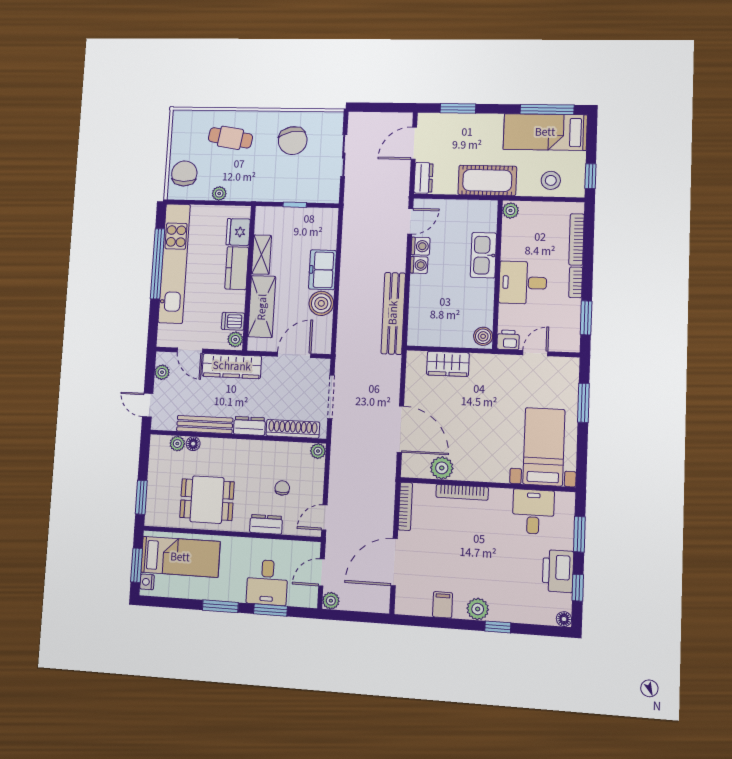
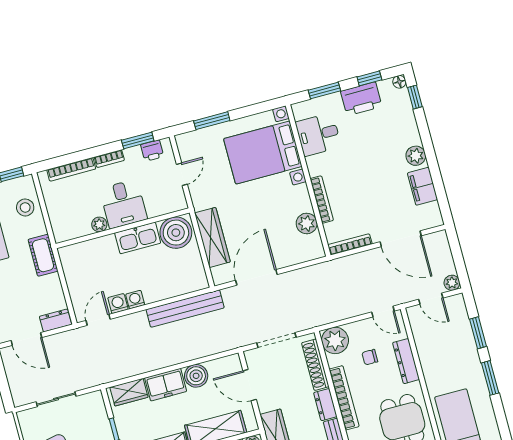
cot: (487, 181) -> (43, 255), width x0.73, depth x0.75
plant: (510, 211) -> (99, 224), moved
door: (410, 221) -> (98, 320), hinge flipped
wardrobe: (327, 231) -> (129, 392), added
kitchen sink: (483, 255) -> (138, 238), moved
boiler: (483, 336) -> (176, 233), width x1.86, depth x1.86
printer: (508, 340) -> (152, 151), moved, turned -90
door: (535, 353) -> (182, 174), swing flipped
wardrobe: (448, 364) -> (212, 237), width x1.50
door: (400, 429) -> (256, 277), moved
bookcase: (250, 447) -> (344, 398), added
bed with nightstands: (544, 447) -> (263, 153), width x1.36
plant: (318, 451) -> (335, 340), width x1.88, depth x1.88
dresser: (266, 524) -> (406, 361), width x1.44
desk: (267, 582) -> (455, 344), removed
filing cabinet: (443, 605) -> (422, 186), width x2.00
window: (498, 627) -> (415, 97), moved

